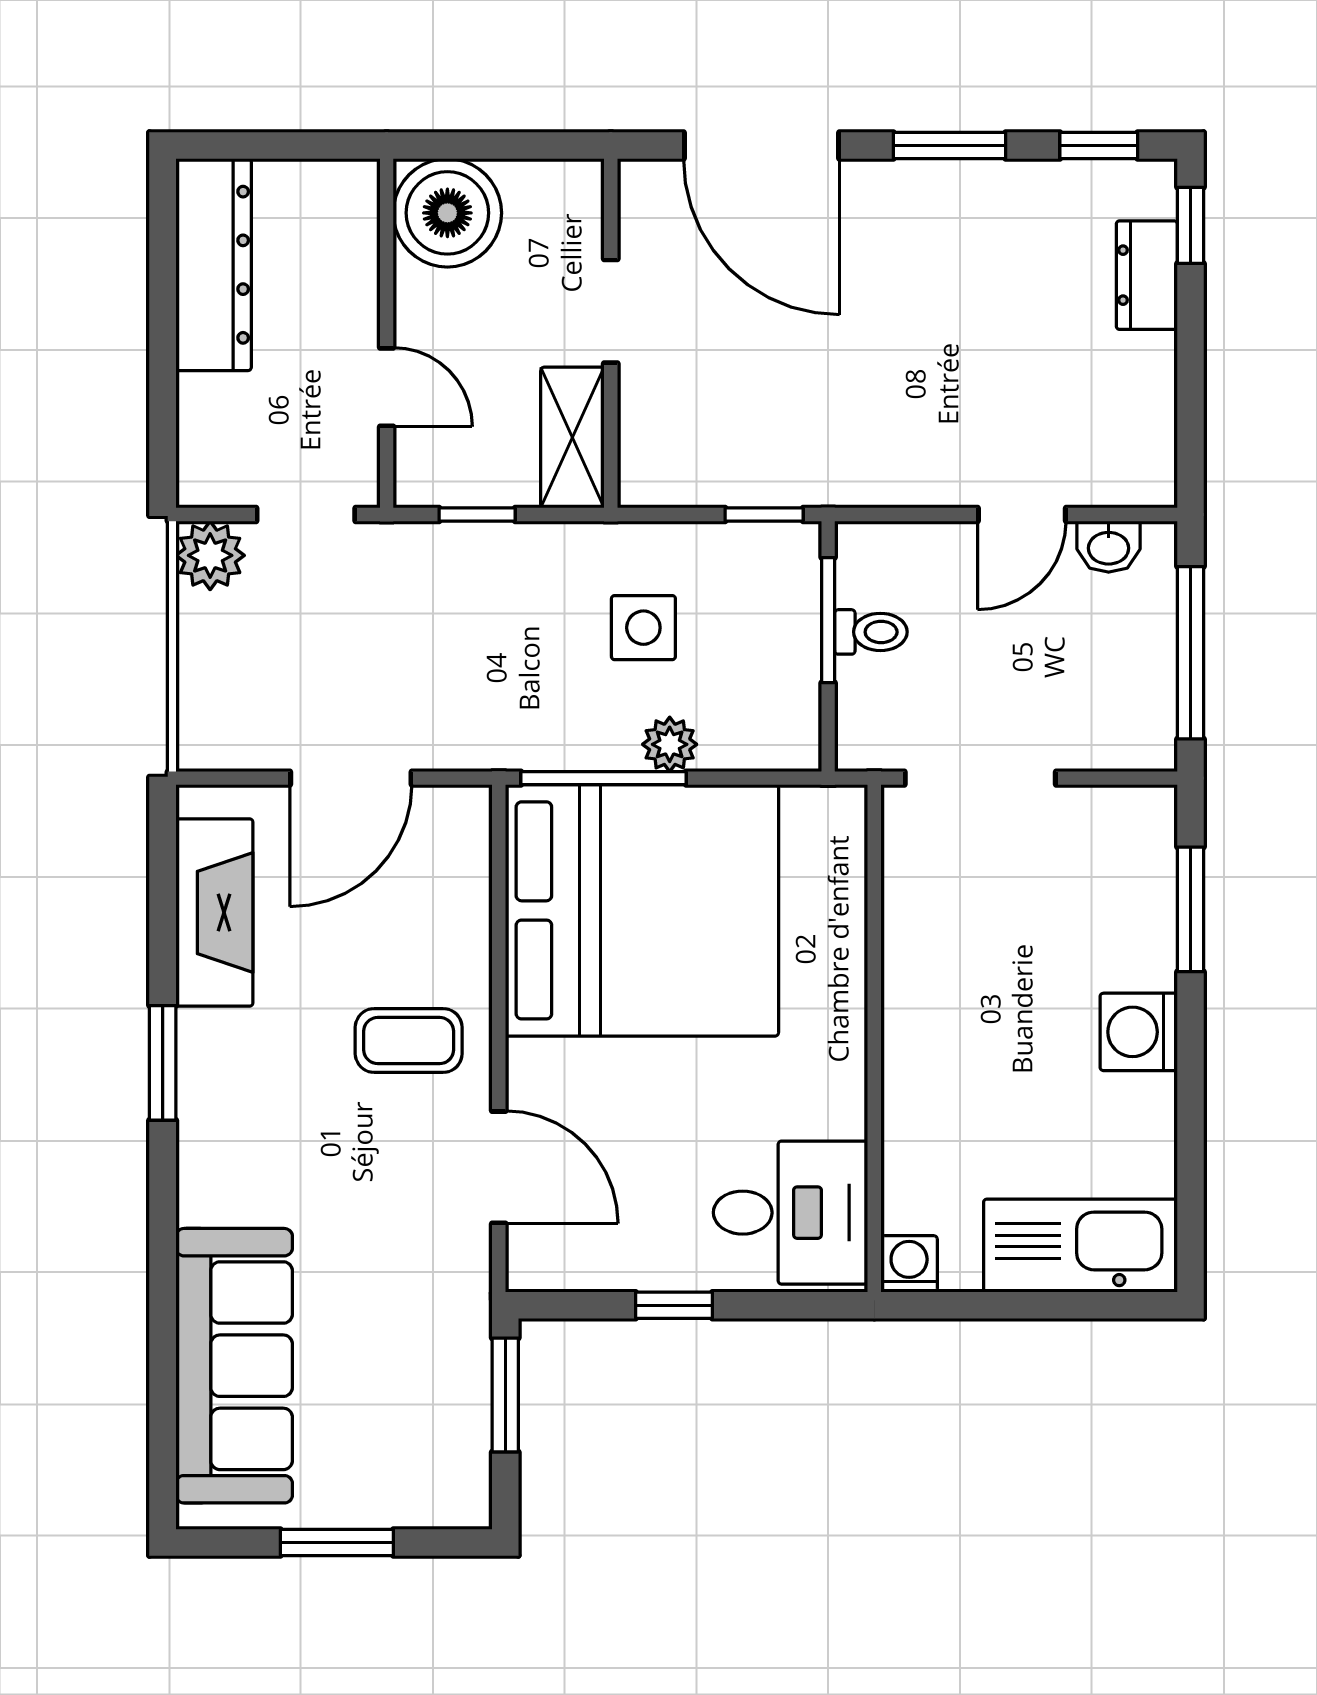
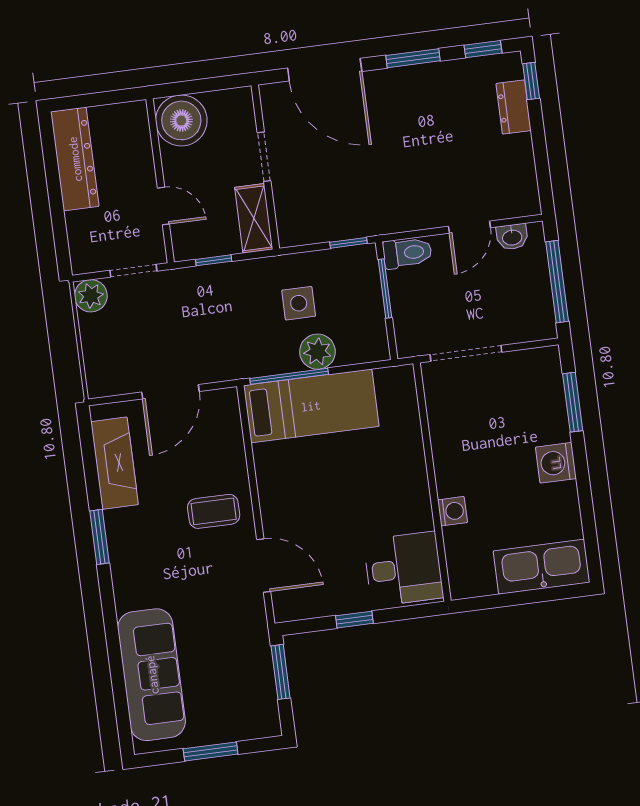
toilet: (871, 632) -> (407, 253), moved, width x1.37, depth x1.39
plant: (670, 744) -> (317, 352), width x1.38, depth x1.38
bed: (642, 910) -> (311, 406), width x0.49
washing machine: (909, 1264) -> (452, 511), moved, turned 90

